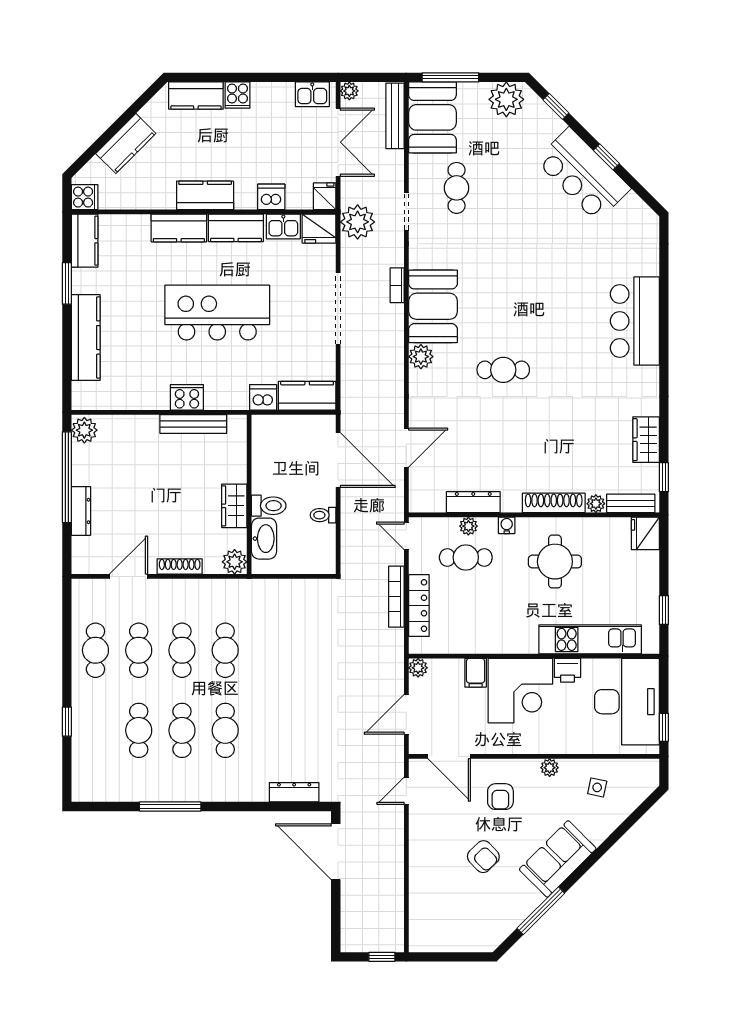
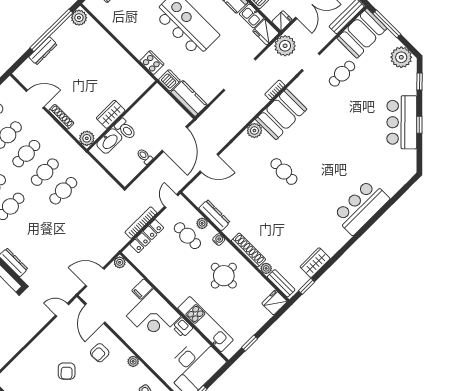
cooker: (187, 397) -> (152, 63), moved
bench: (193, 424) -> (128, 62), removed
cafe table: (268, 650) -> (63, 191), added

